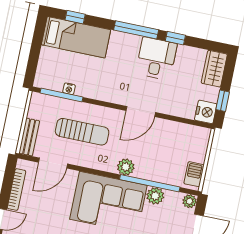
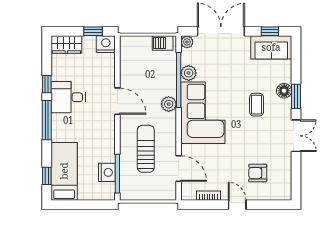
nightstand: (69, 89) -> (107, 172), width x1.89, depth x1.79
bench: (29, 137) -> (160, 194), removed
bookcase: (16, 190) -> (208, 196), width x0.64

